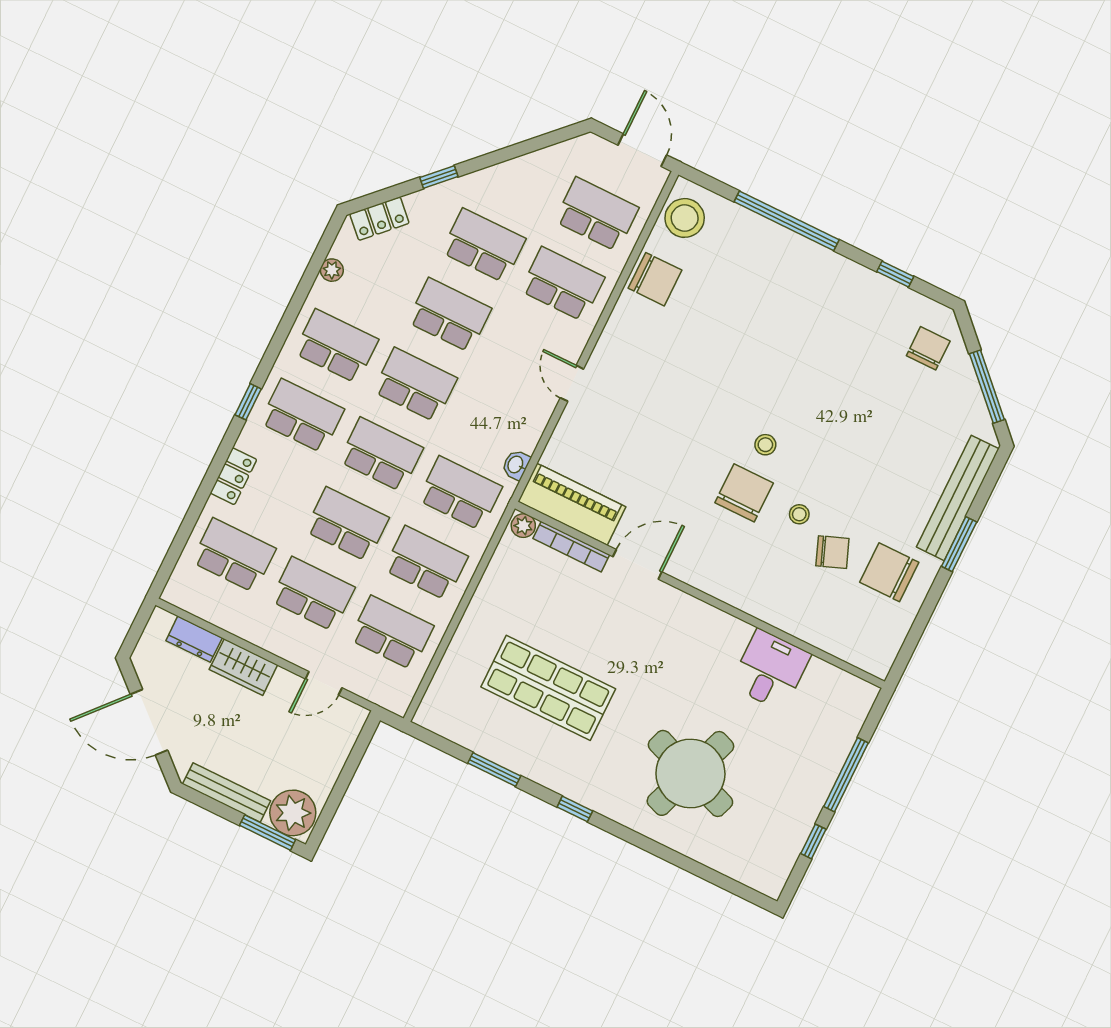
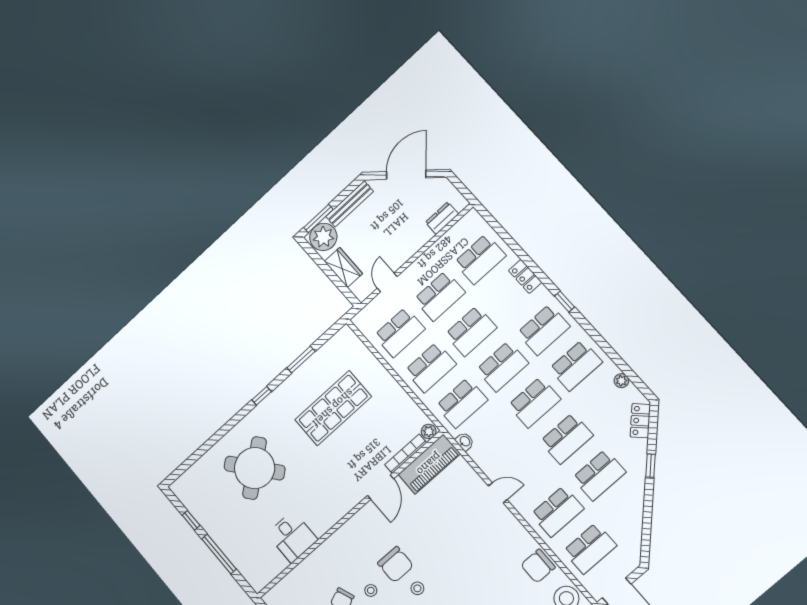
wardrobe: (243, 667) -> (343, 267), moved, turned 90
round table: (690, 773) -> (255, 468), turned 31

